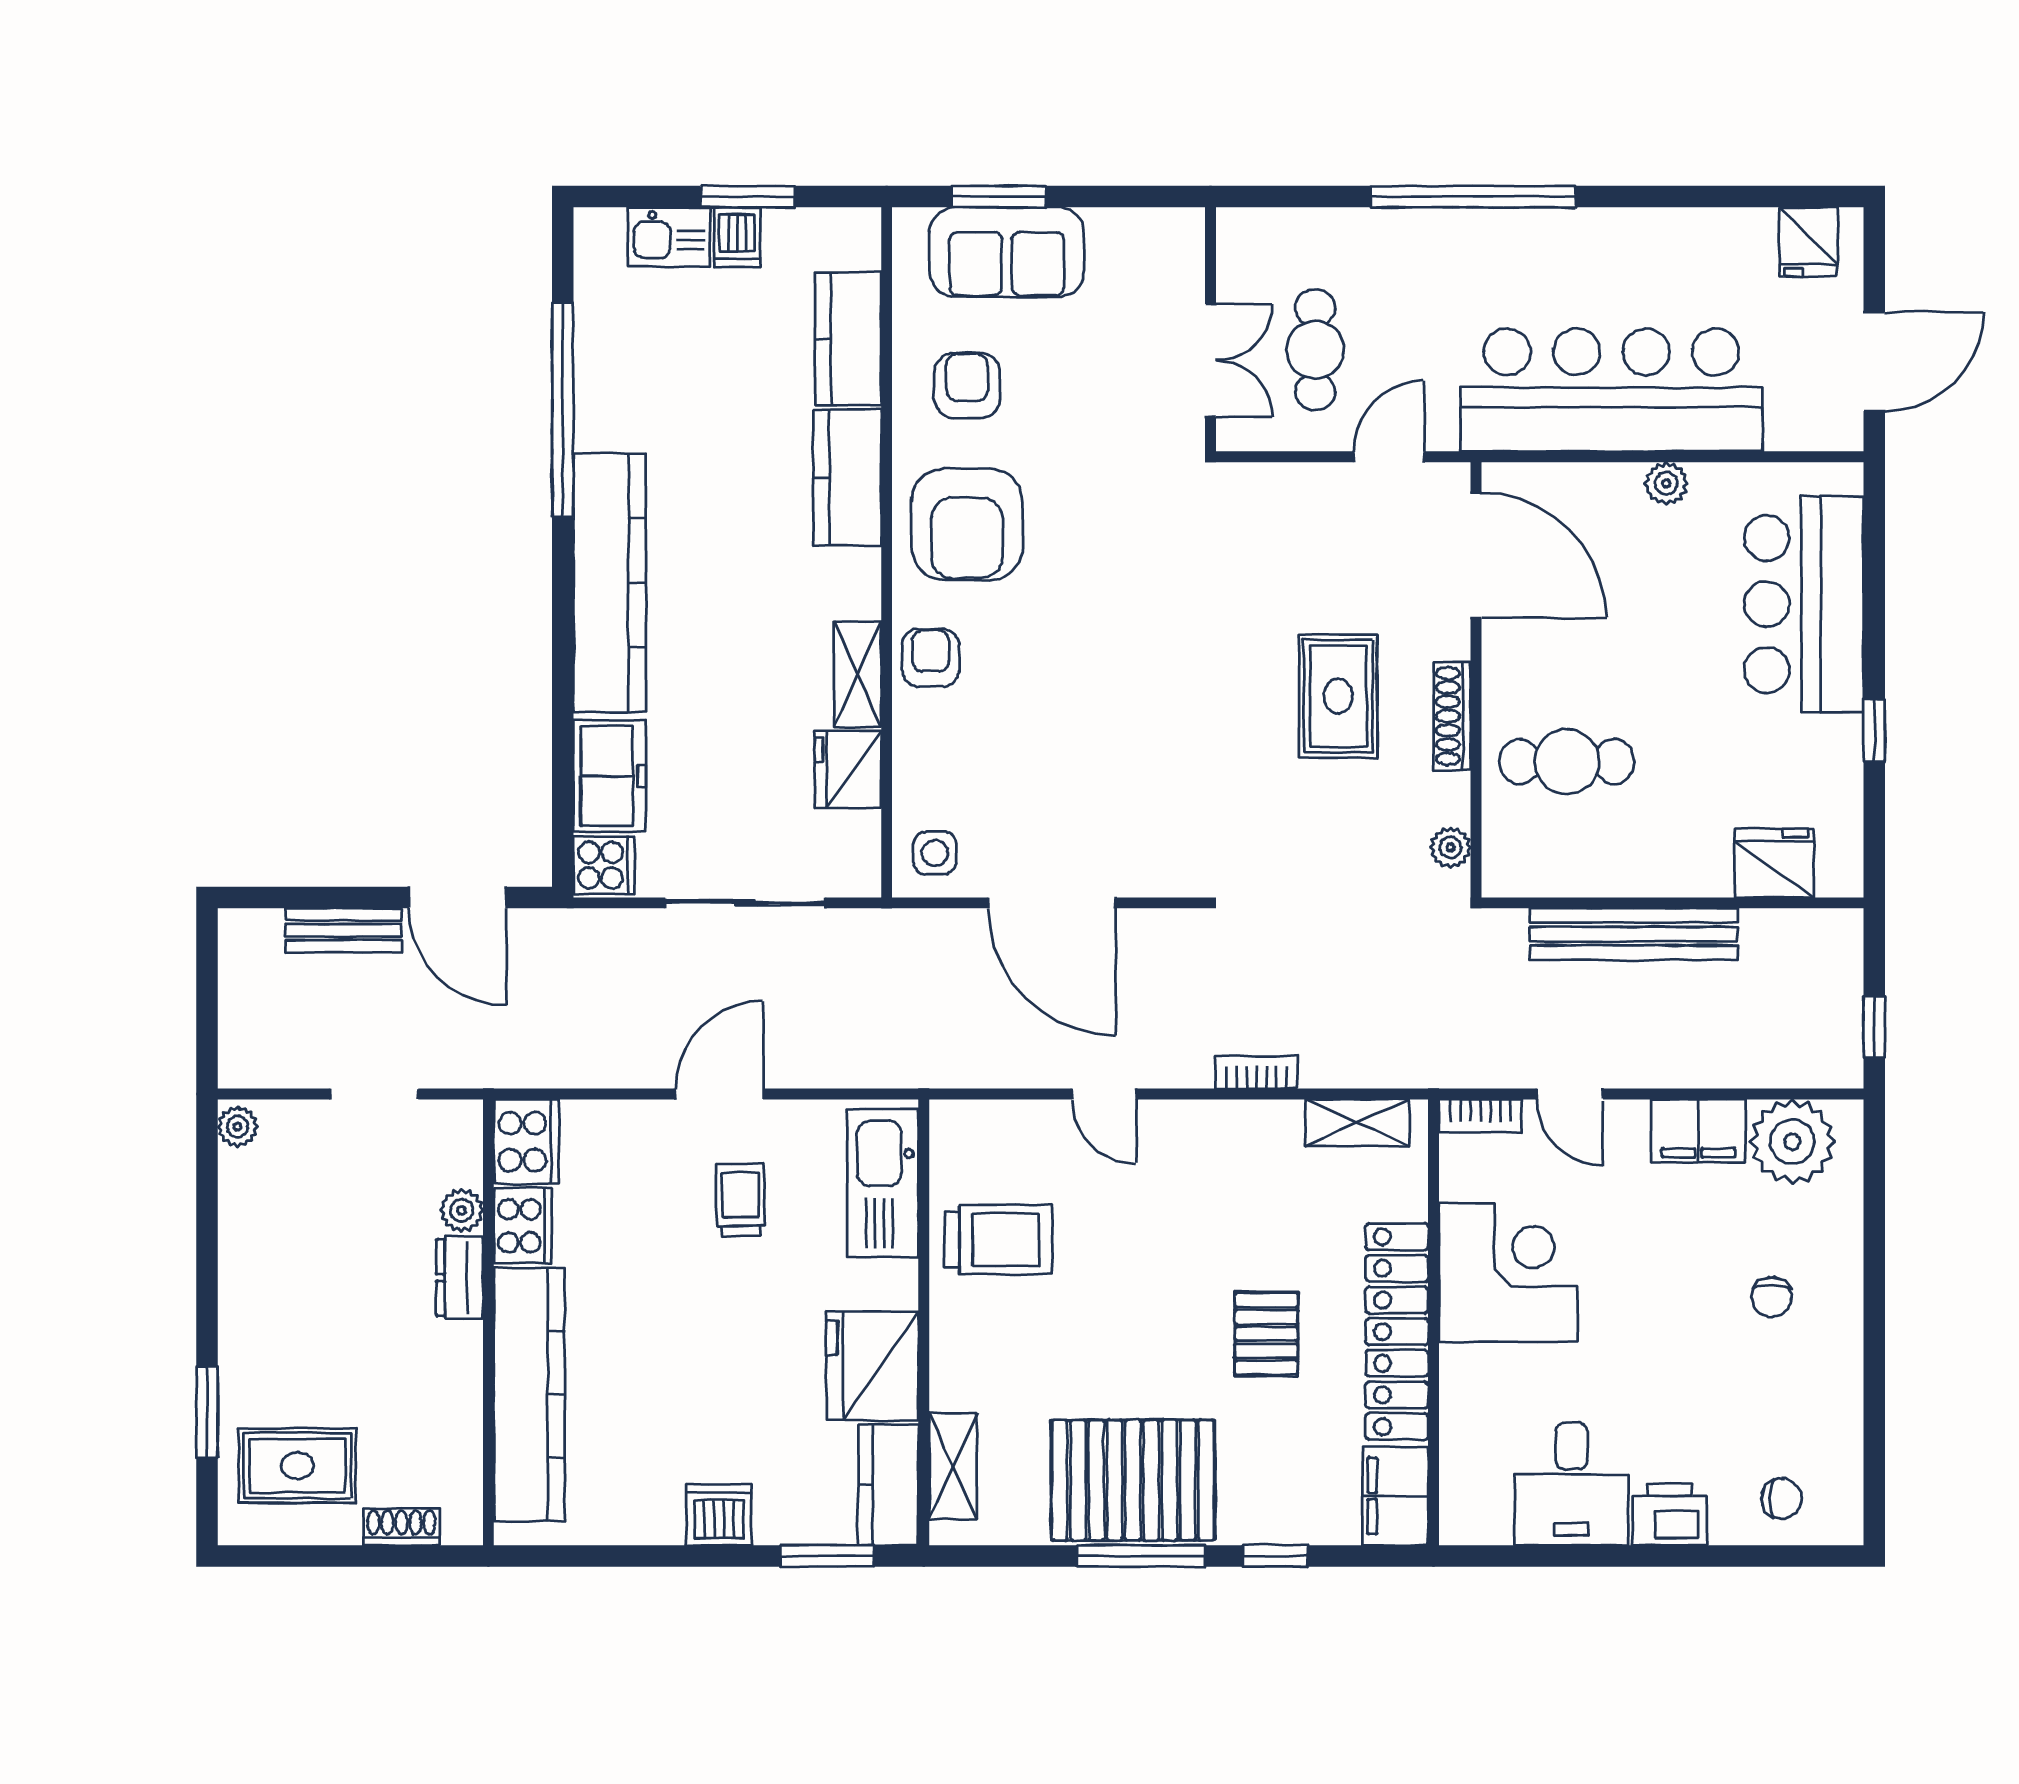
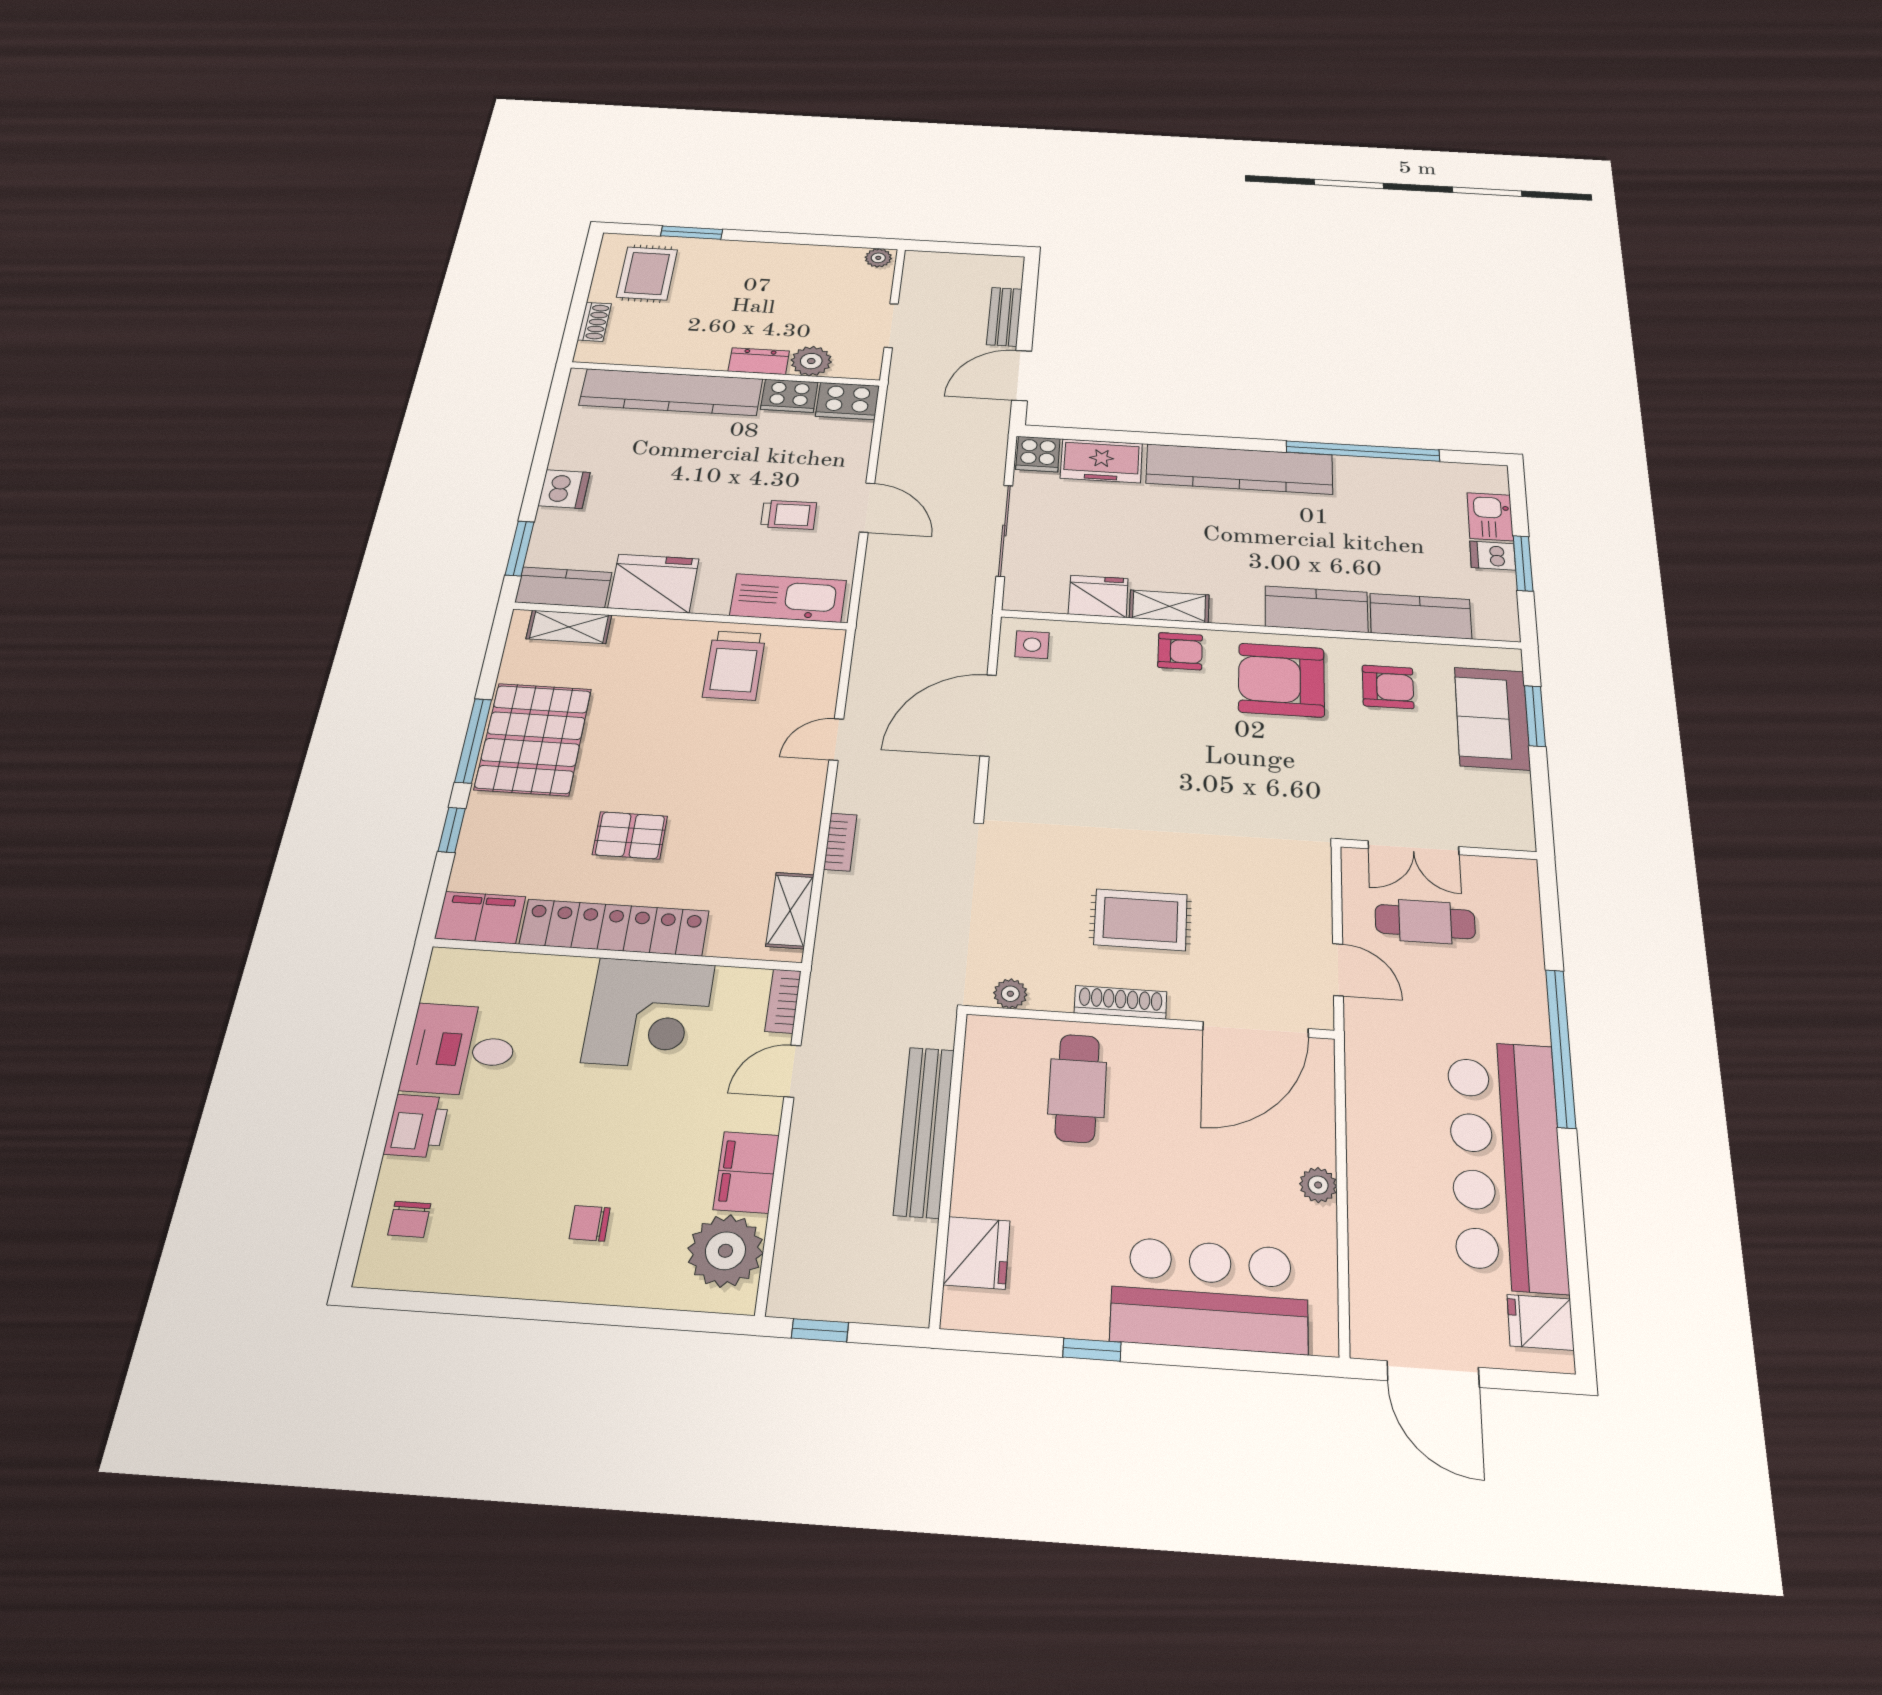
bar counter: (1611, 390) -> (1506, 1163), moved, turned 180
plant: (462, 1210) -> (811, 361), width x1.38, depth x1.38

